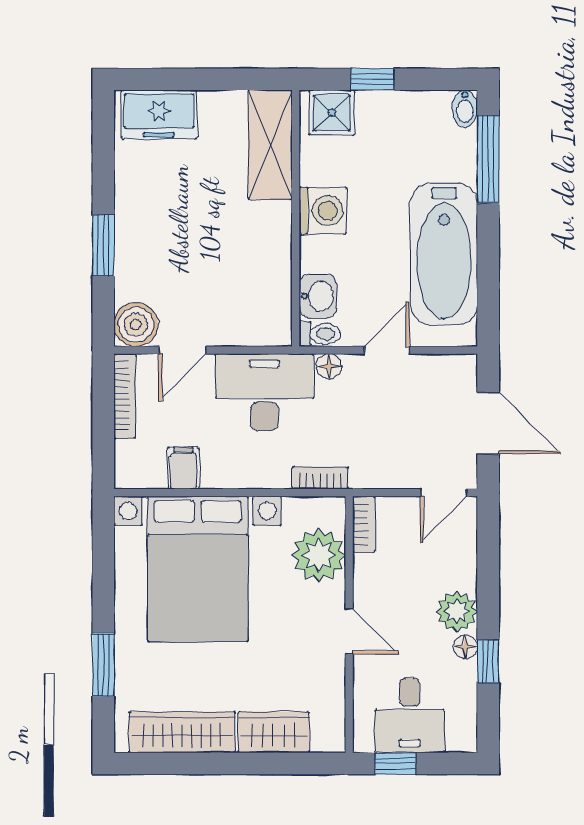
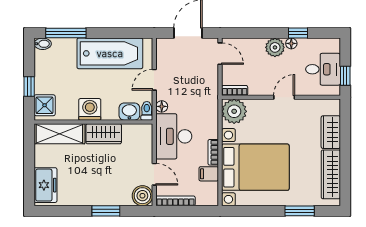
wardrobe: (270, 241) -> (104, 134), added
door: (387, 350) -> (154, 80), hinge flipped
bookcase: (320, 478) -> (213, 152), moved
plant: (319, 555) -> (234, 111), moved

